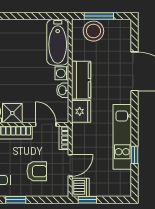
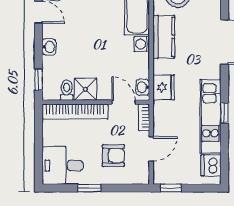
kitchen counter: (81, 80) -> (164, 37), moved
washbasin: (63, 90) -> (143, 87), moved
window: (135, 155) -> (224, 113), moved
dishwasher: (80, 187) -> (211, 165), moved, turned 180

